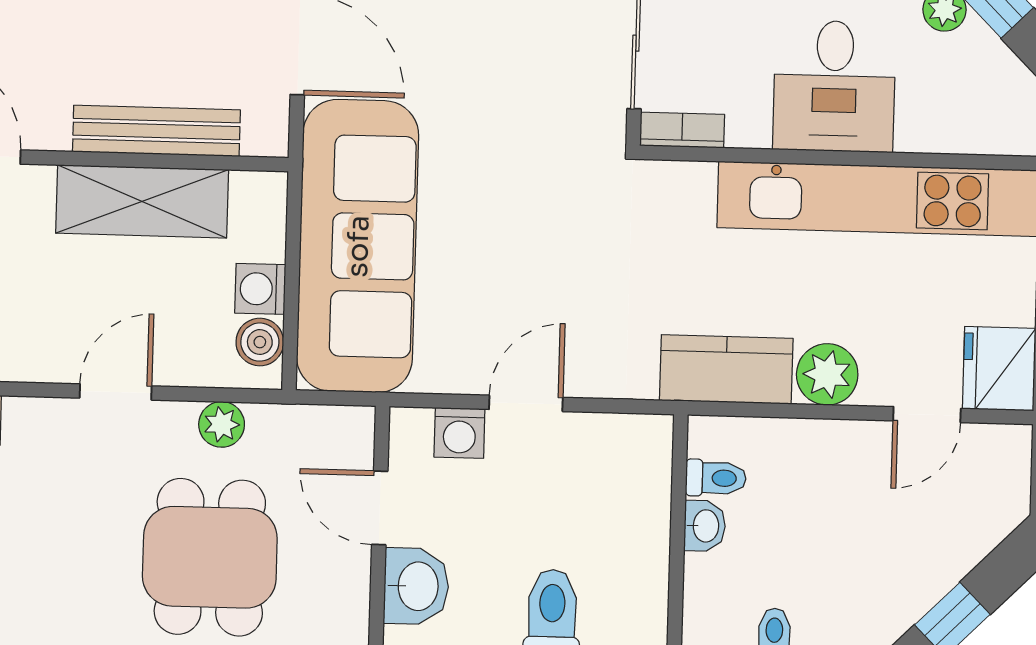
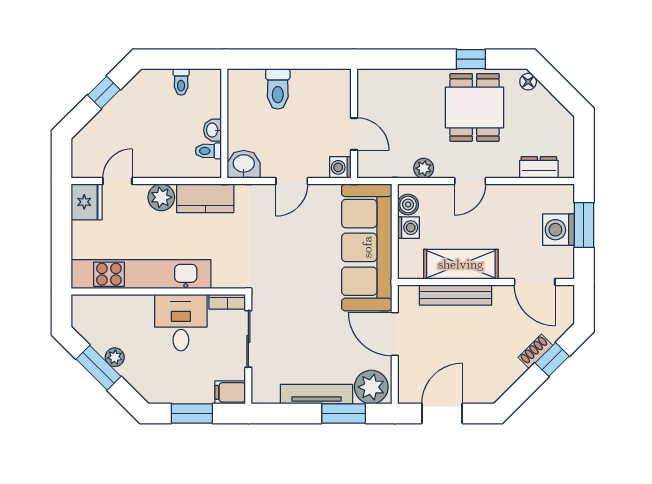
desk: (834, 86) -> (181, 323), moved
washing machine: (459, 433) -> (340, 167), moved, turned -90
dining table: (210, 557) -> (475, 107), moved
washbasin: (416, 586) -> (244, 164), moved, turned 90

